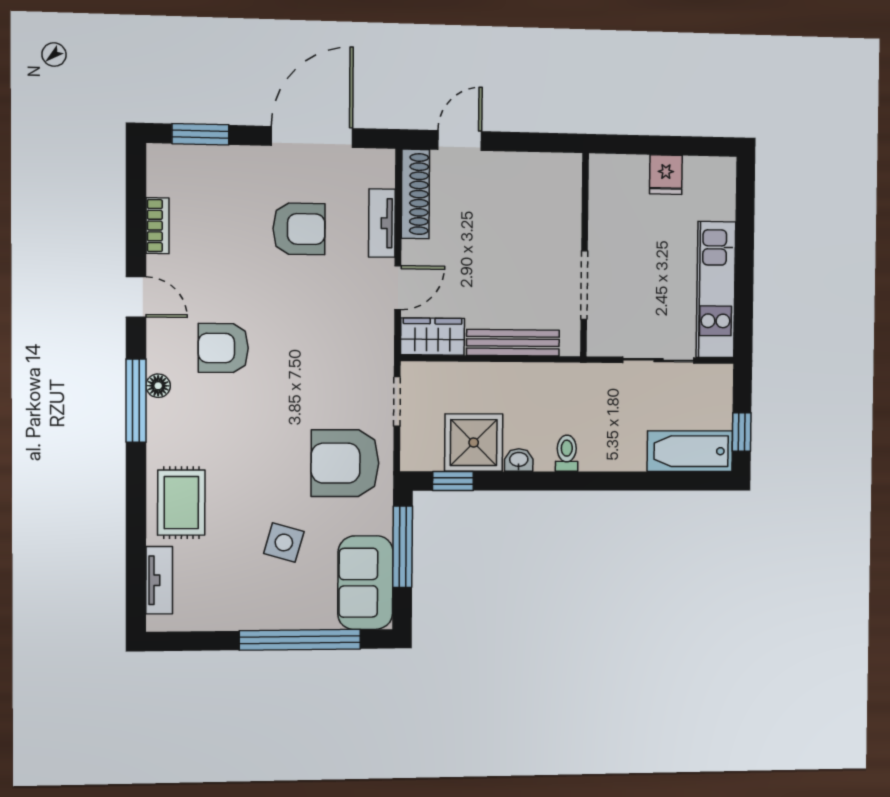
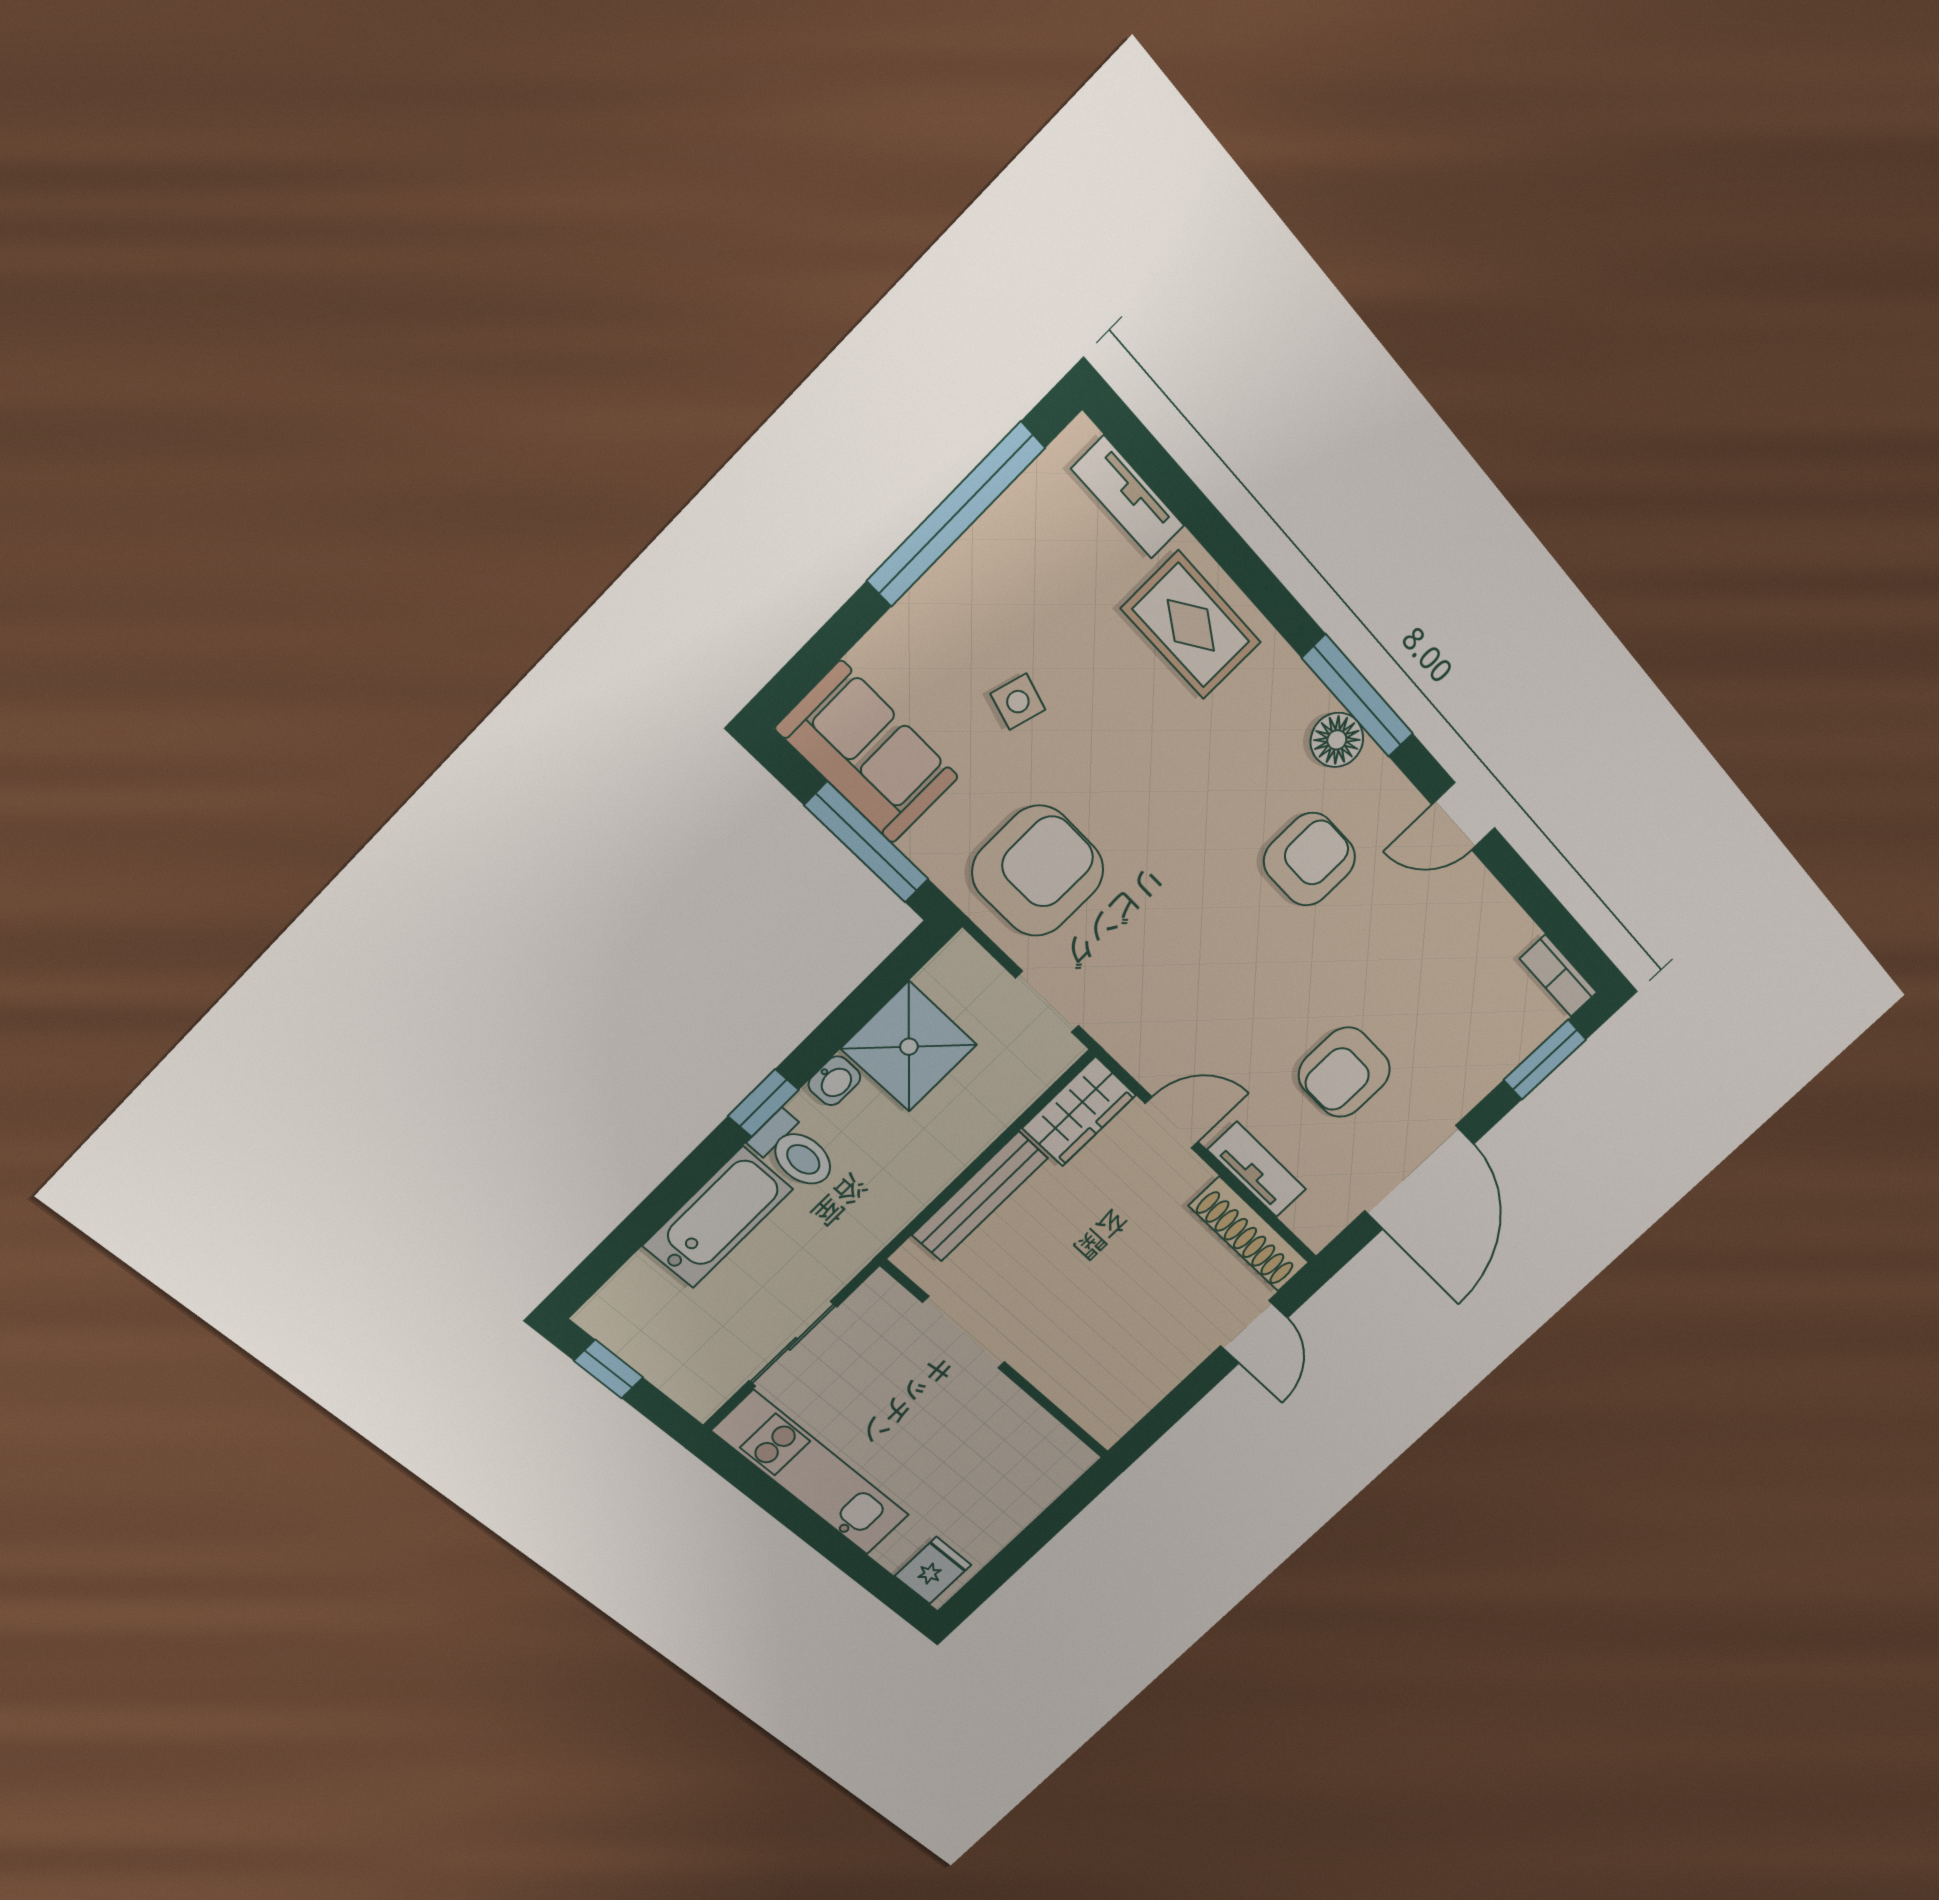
fridge: (666, 175) -> (933, 1570), moved, turned 90
bookcase: (158, 226) -> (1558, 976), moved
door: (398, 288) -> (1172, 1123), swing flipped
floor lamp: (158, 386) -> (1337, 740), width x1.37, depth x1.37
bathtub: (690, 451) -> (718, 1218), moved
toilet: (567, 453) -> (795, 1152), width x1.37, depth x1.39
window: (453, 481) -> (763, 1103), moved
side table: (284, 542) -> (1018, 702), width x0.73, depth x0.73
window: (300, 640) -> (956, 515), moved

